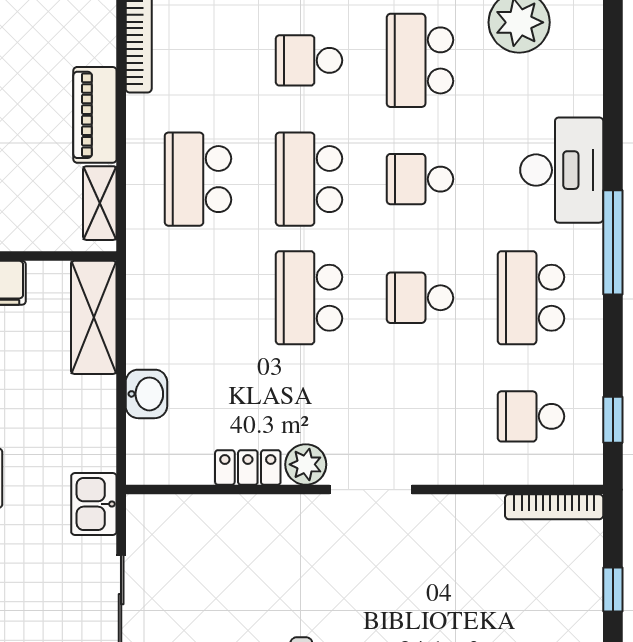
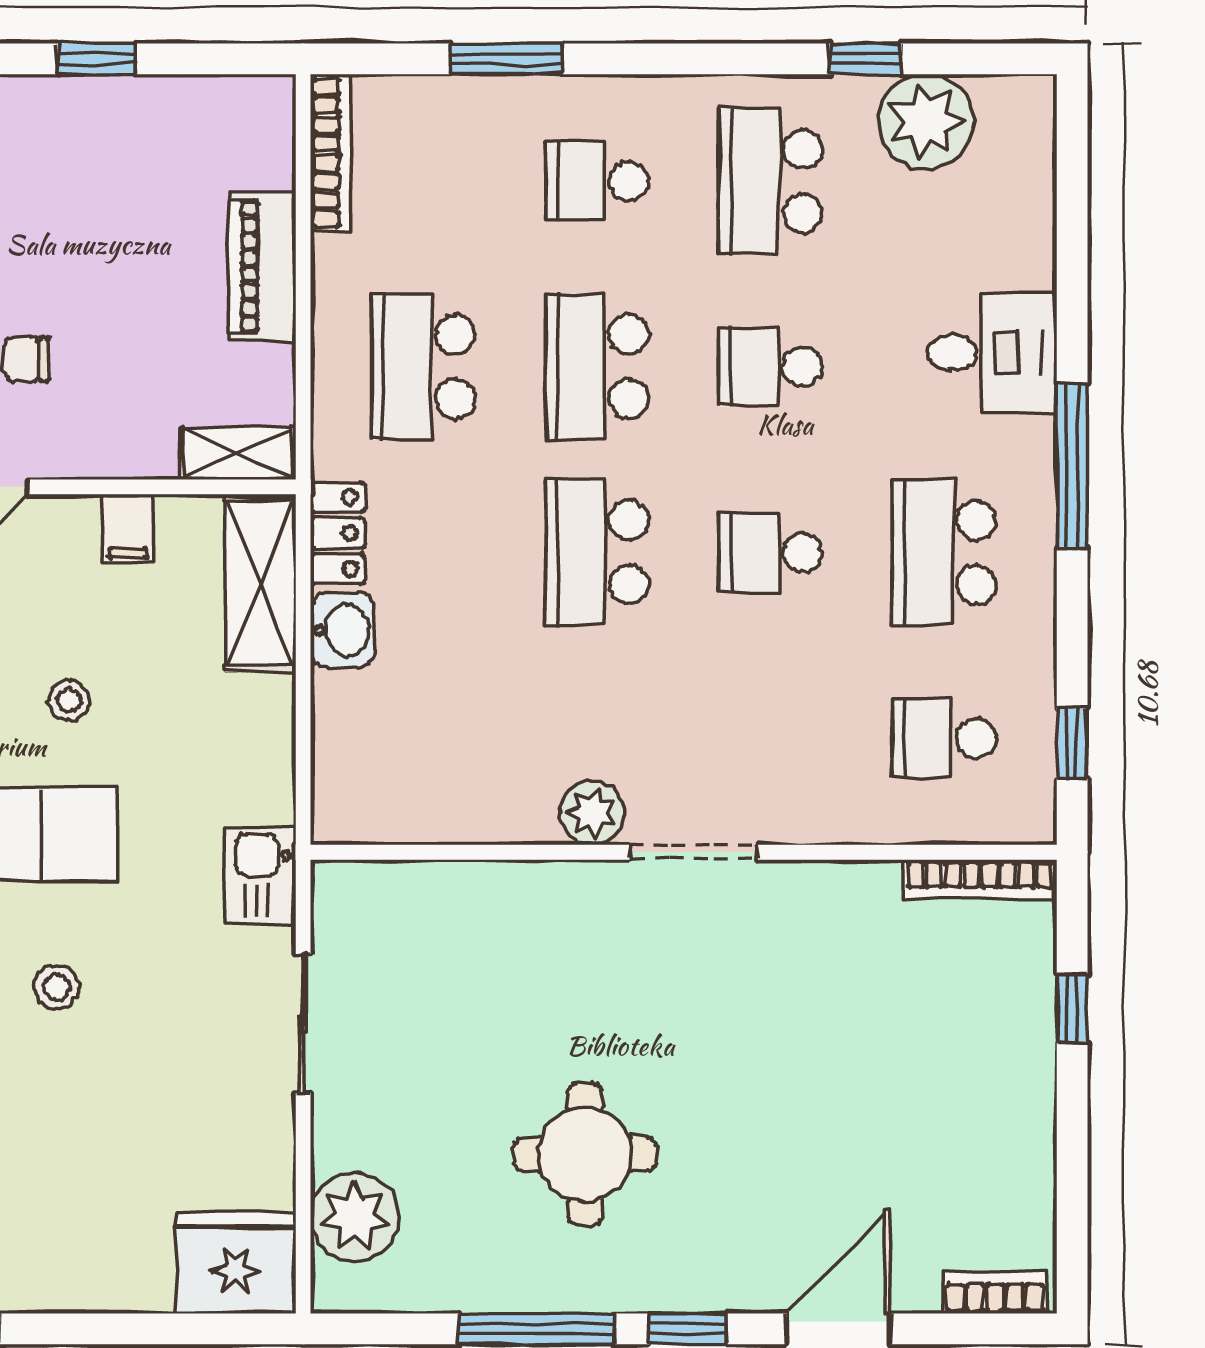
desk: (562, 170) -> (992, 353), width x0.73
shelving: (100, 203) -> (238, 454), moved, turned 90
washbasin: (146, 394) -> (343, 630), moved
locker: (248, 467) -> (338, 533), moved, turned 90

